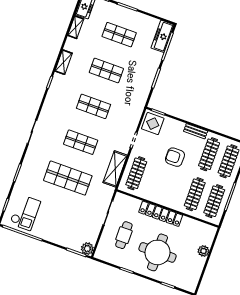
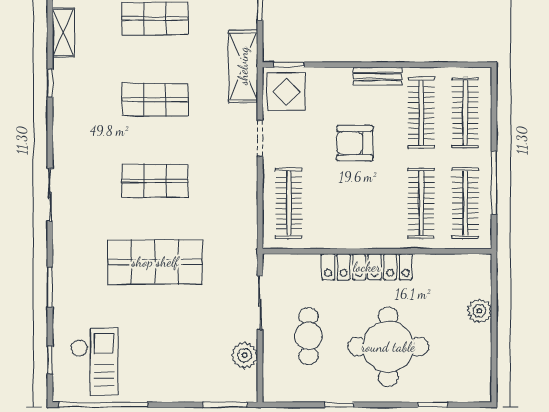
shelving: (115, 169) -> (243, 66), moved
plant: (87, 249) -> (245, 355), moved

